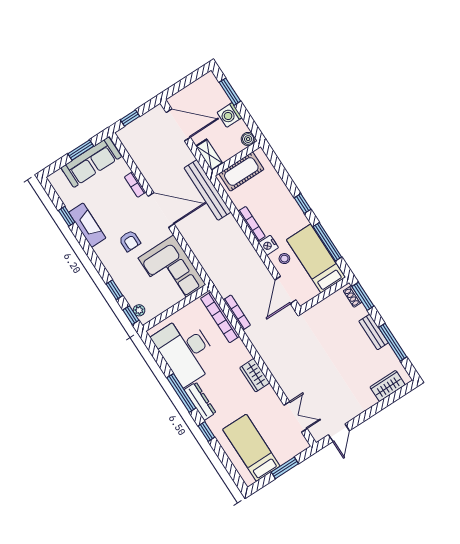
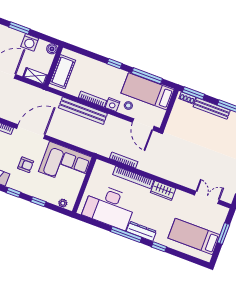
bench: (208, 190) -> (83, 111), moved
window: (131, 315) -> (13, 192), moved
bookcase: (220, 317) -> (133, 177), moved
bench: (374, 332) -> (212, 108), width x1.36

